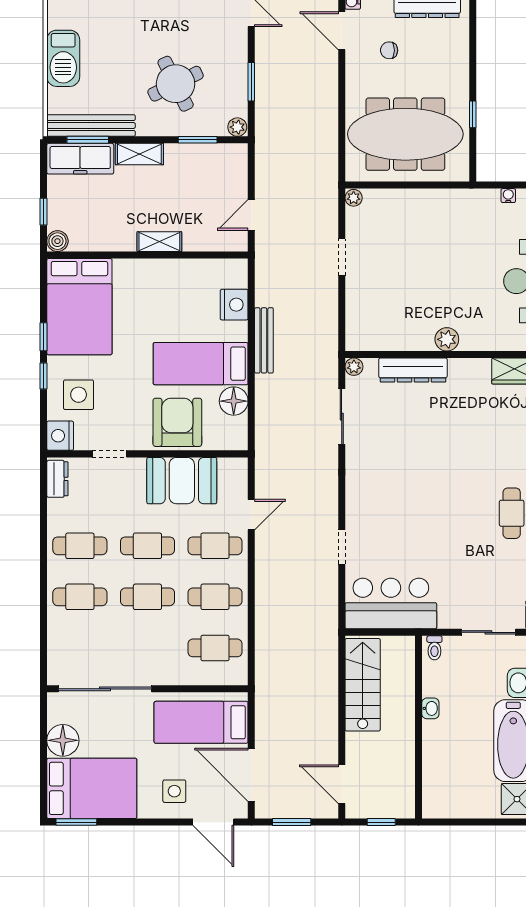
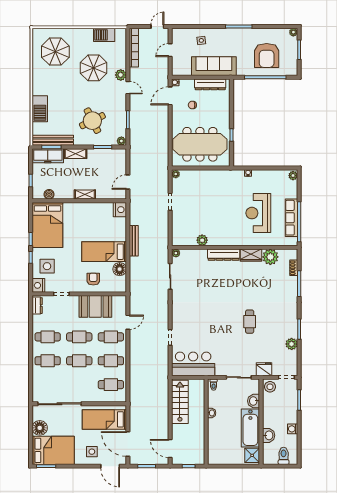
door: (342, 31) -> (170, 96), hinge flipped
boiler: (57, 241) -> (49, 194), moved
nightstand: (234, 305) -> (120, 210), moved
plant: (447, 339) -> (202, 240), moved
dresser: (413, 370) -> (224, 255), moved
armchair: (177, 422) -> (93, 279), width x0.53, depth x0.53

